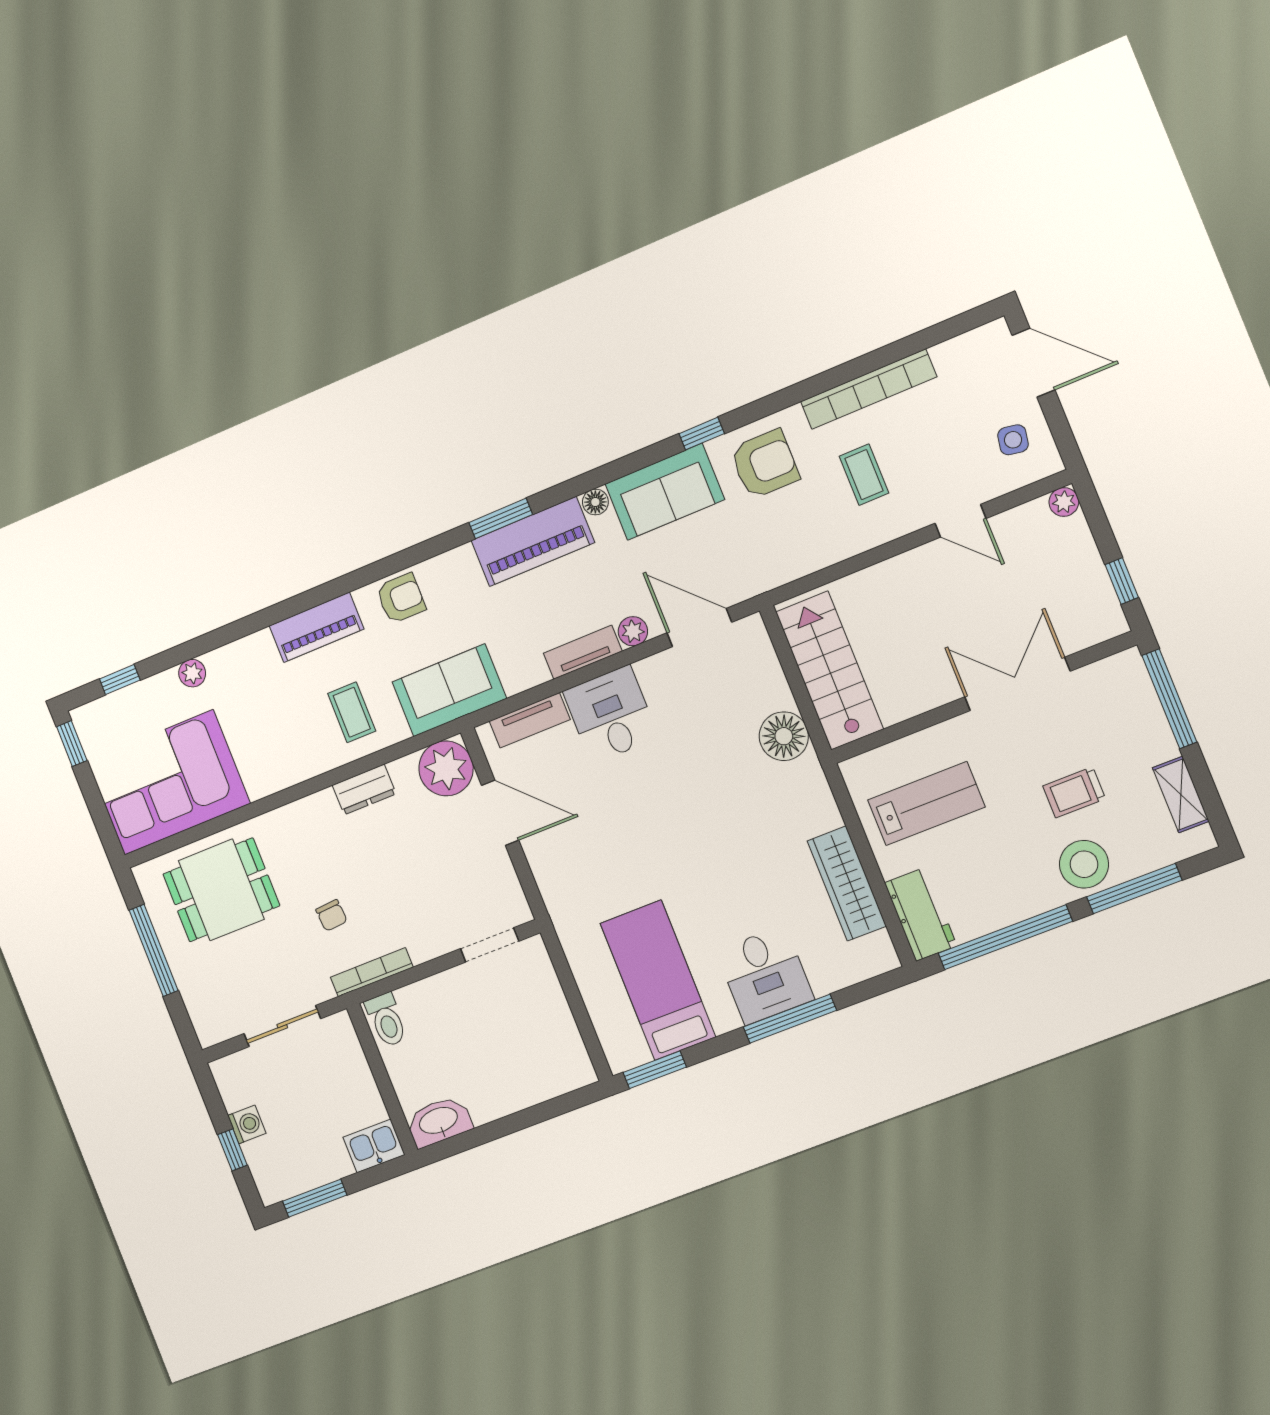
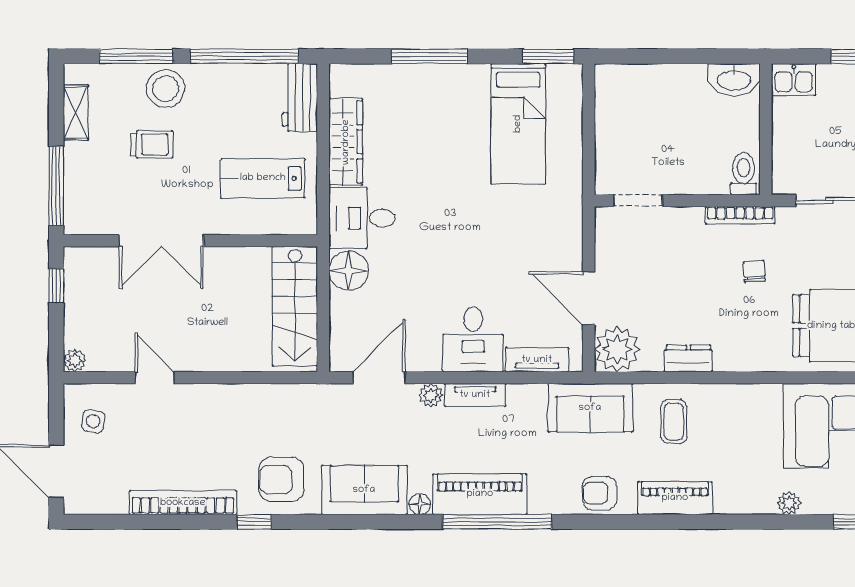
window: (702, 434) -> (254, 522), moved
coffee table: (864, 475) -> (211, 441), removed
window: (501, 519) -> (497, 522), width x2.11
door: (699, 628) -> (379, 378), swing flipped
desk: (765, 975) -> (362, 218), moved, turned -90

